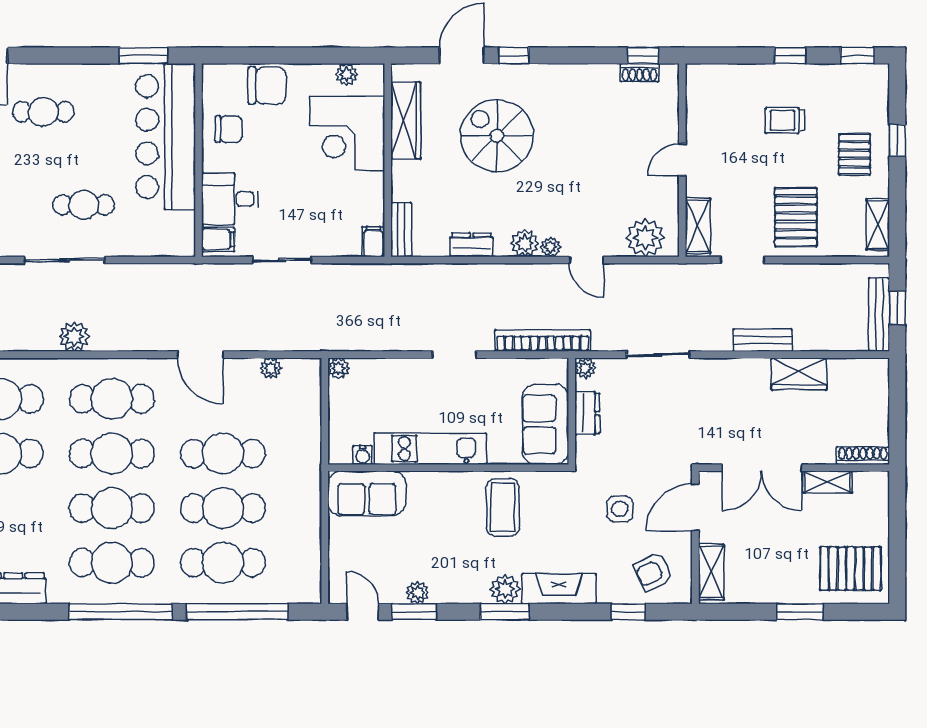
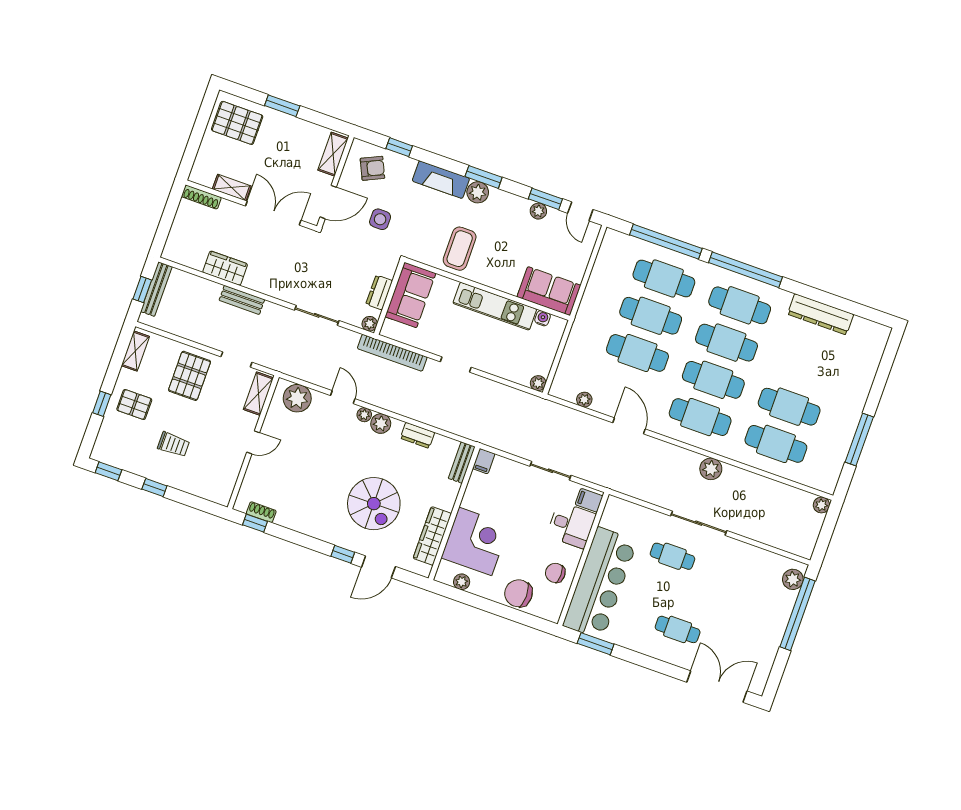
pallet: (855, 154) -> (134, 405), turned 90

